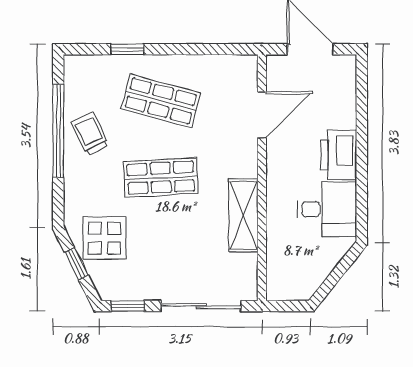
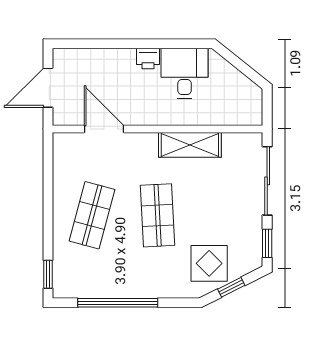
window: (127, 49) -> (48, 274), moved
trolley: (90, 134) -> (120, 276), removed
printer: (339, 155) -> (148, 58), width x0.53, depth x0.68

